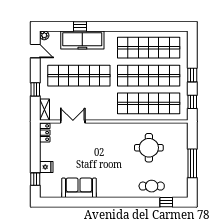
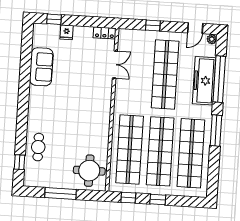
window: (80, 26) -> (219, 79), width x3.17
window: (127, 26) -> (216, 130), added
shelving: (45, 110) -> (130, 34), removed
round table: (149, 148) -> (89, 171), moved

